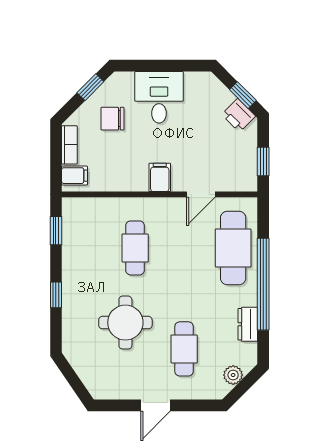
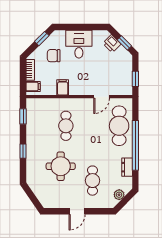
printer: (239, 115) -> (112, 44), moved
filing cabinet: (160, 177) -> (63, 87), moved

